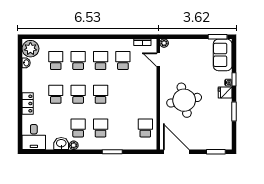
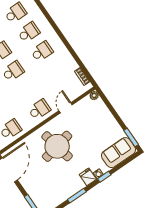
door: (158, 60) -> (66, 108), moved
school desk: (123, 61) -> (39, 110), moved

